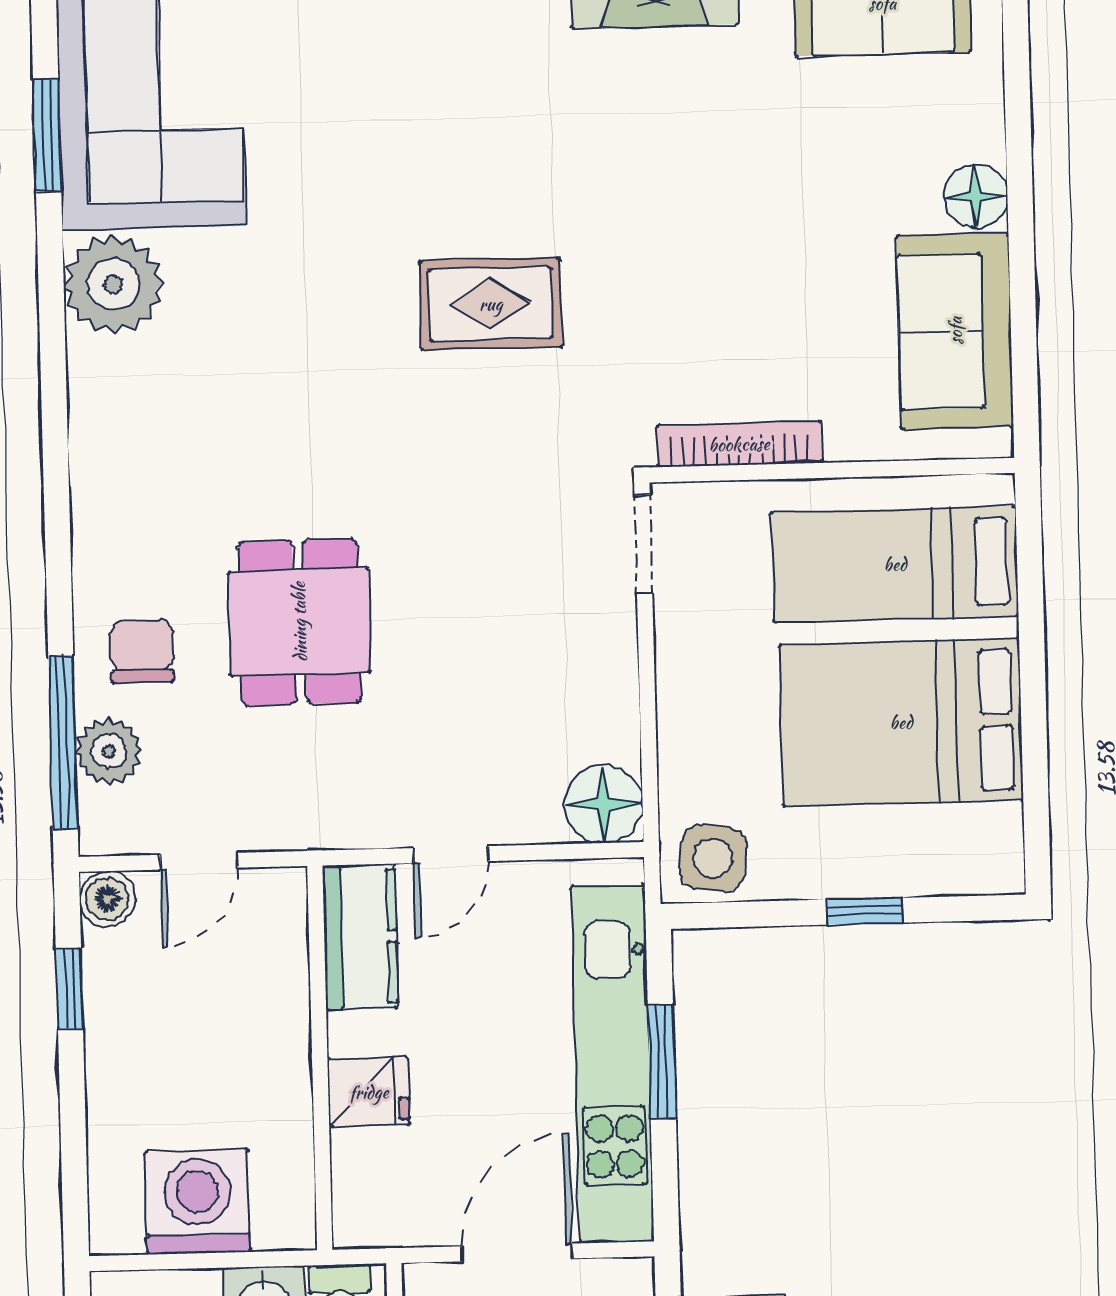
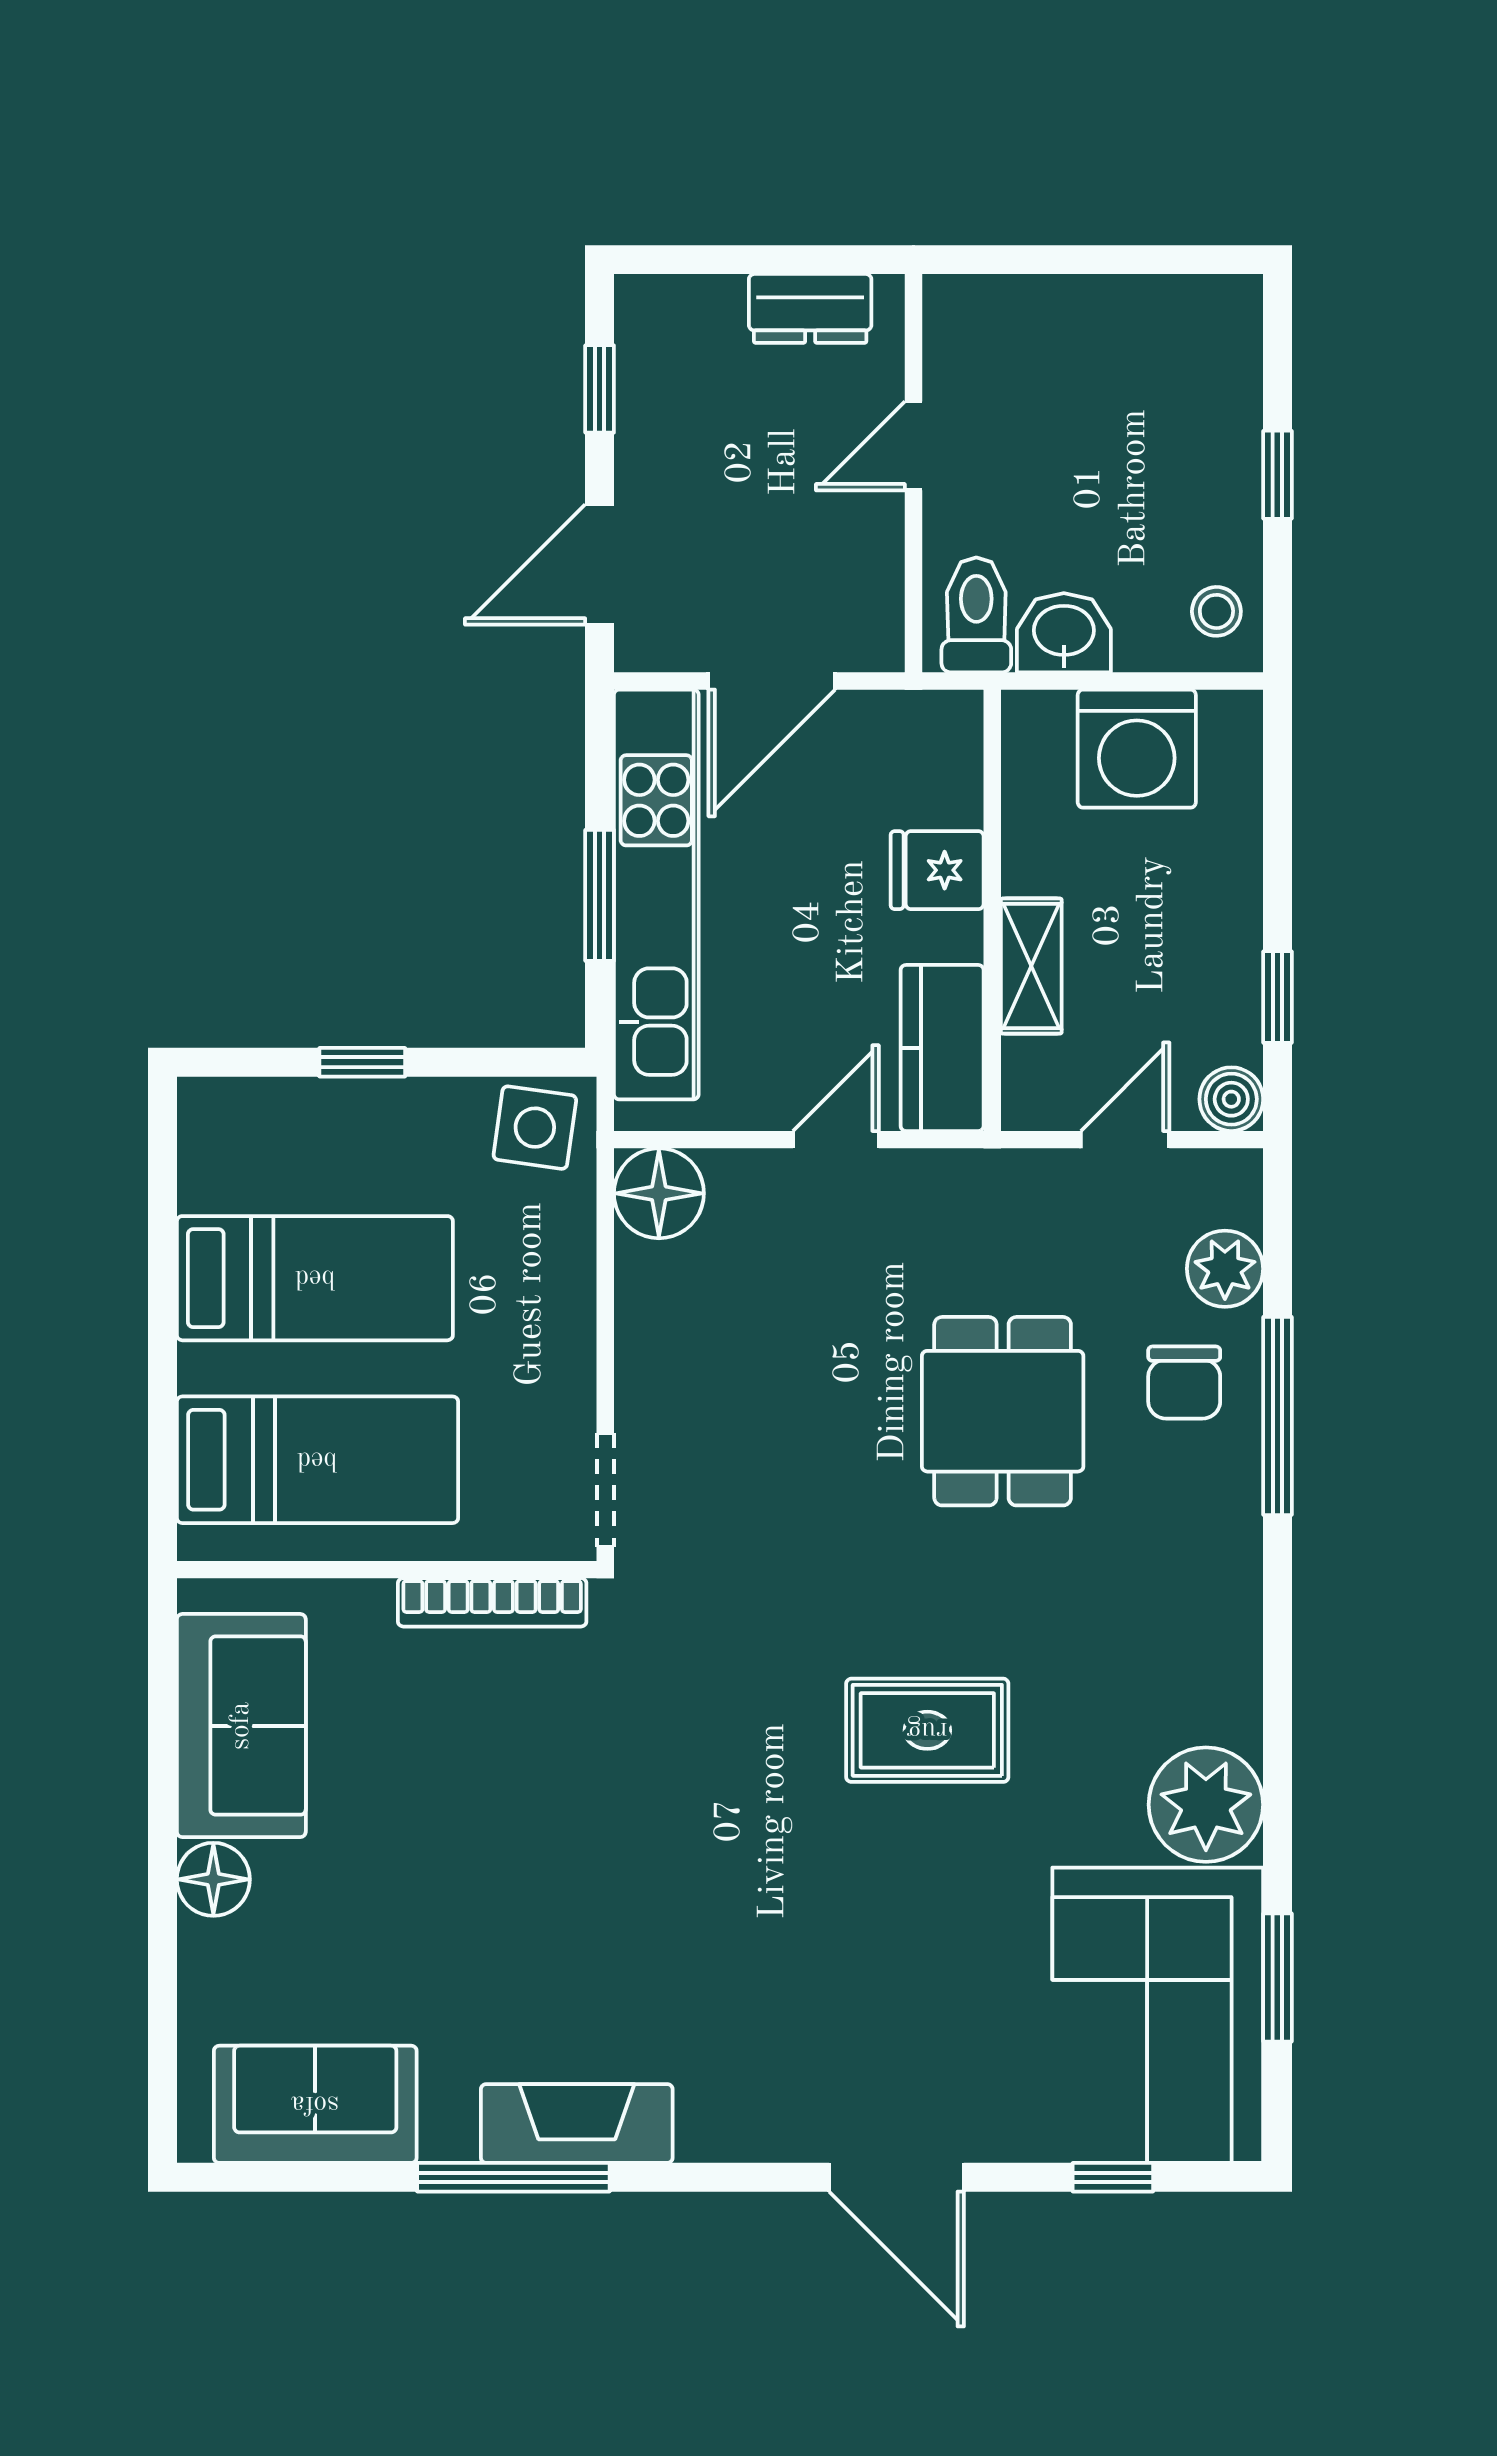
rug: (491, 304) -> (927, 1730), moved
bed: (901, 722) -> (315, 1278), width x0.67
window: (63, 742) -> (1277, 1416), moved
shelving: (284, 1010) -> (1031, 966), added

